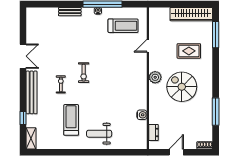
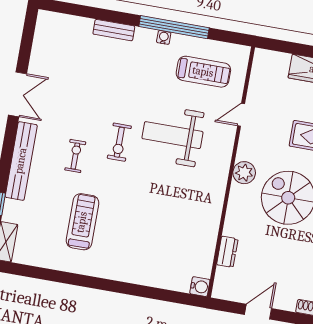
water cooler: (142, 115) -> (200, 287), moved
dresser: (154, 132) -> (227, 252), moved
weight bench: (99, 134) -> (172, 135), moved, width x1.36, depth x1.33

